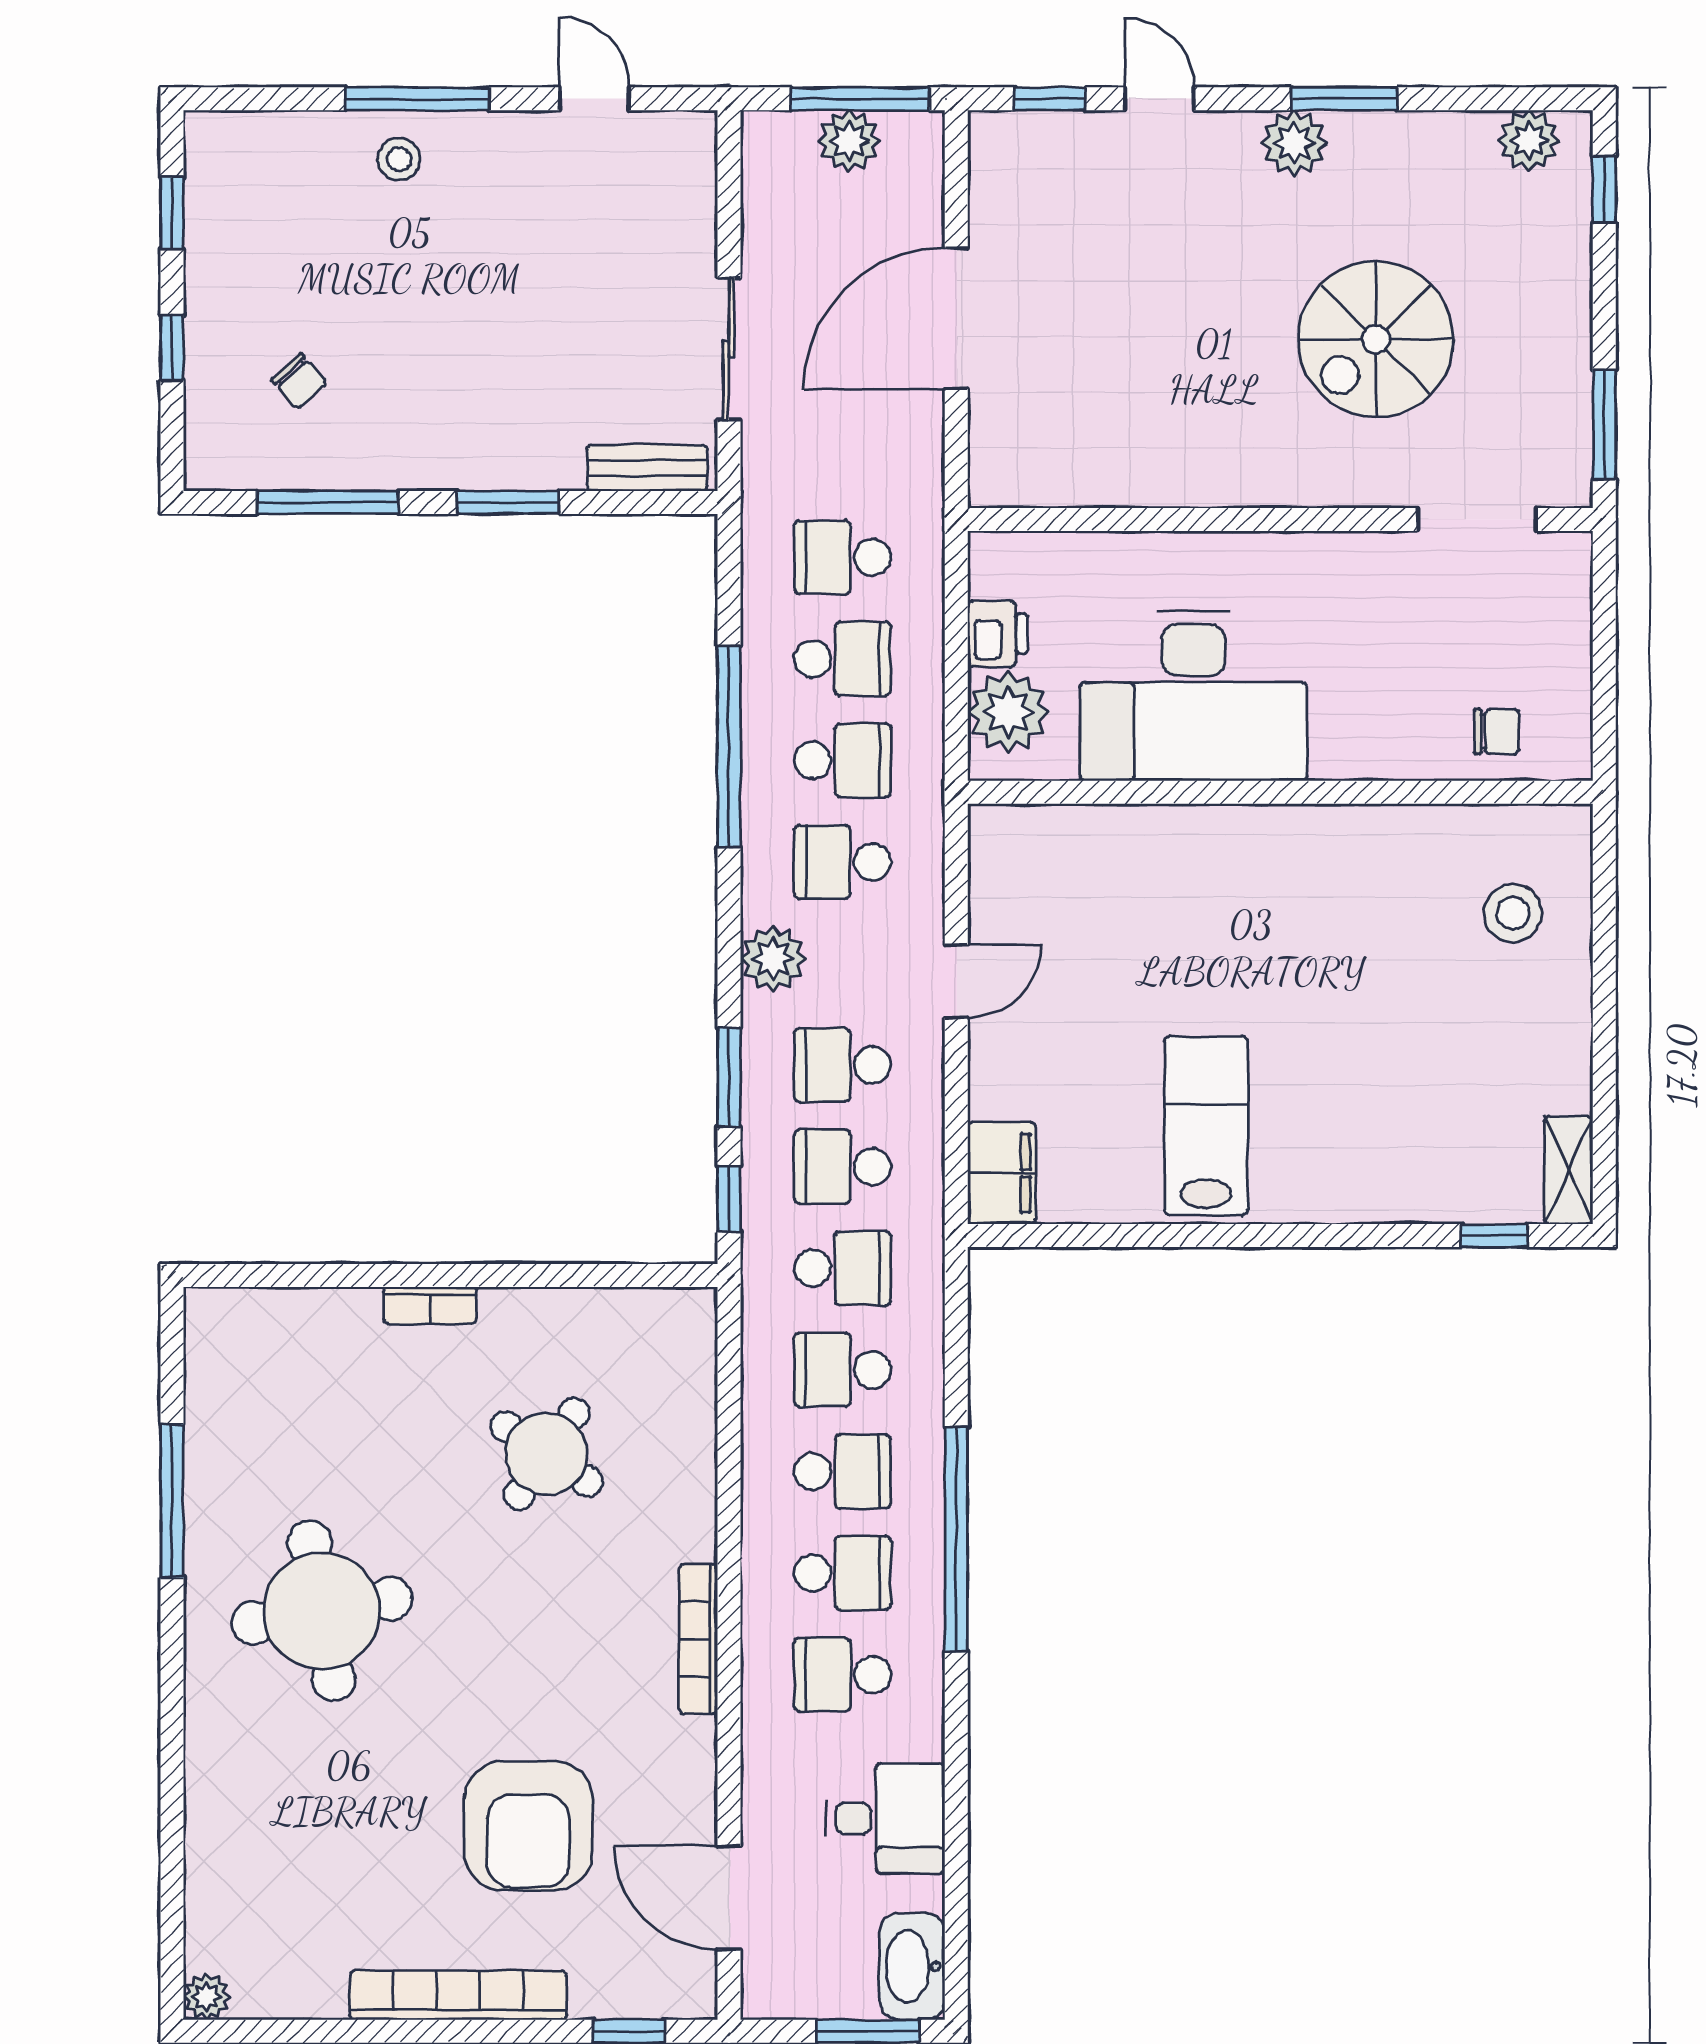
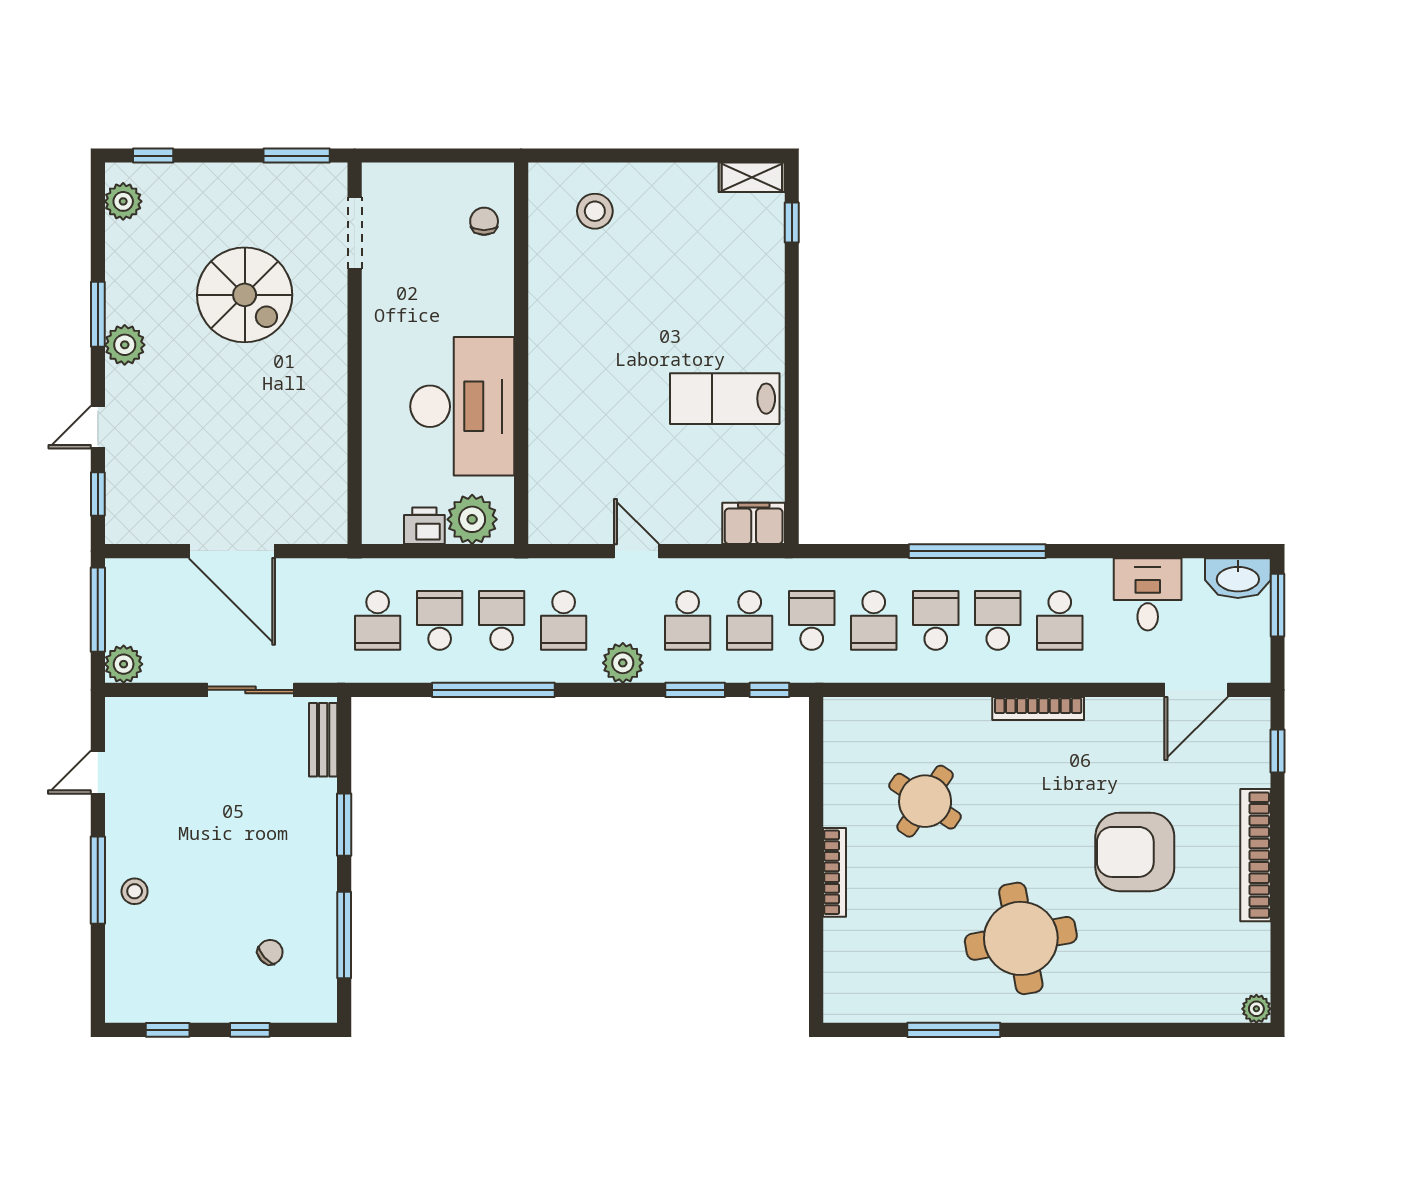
plant: (849, 141) -> (124, 664), moved
bookcase: (430, 1305) -> (834, 872), width x1.56
armchair: (528, 1825) -> (1135, 852), moved, turned 180

